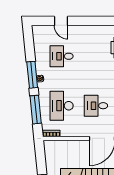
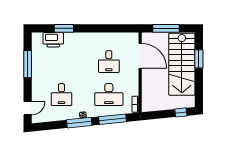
door: (61, 21) -> (28, 108), moved
window: (93, 21) -> (28, 64), added

